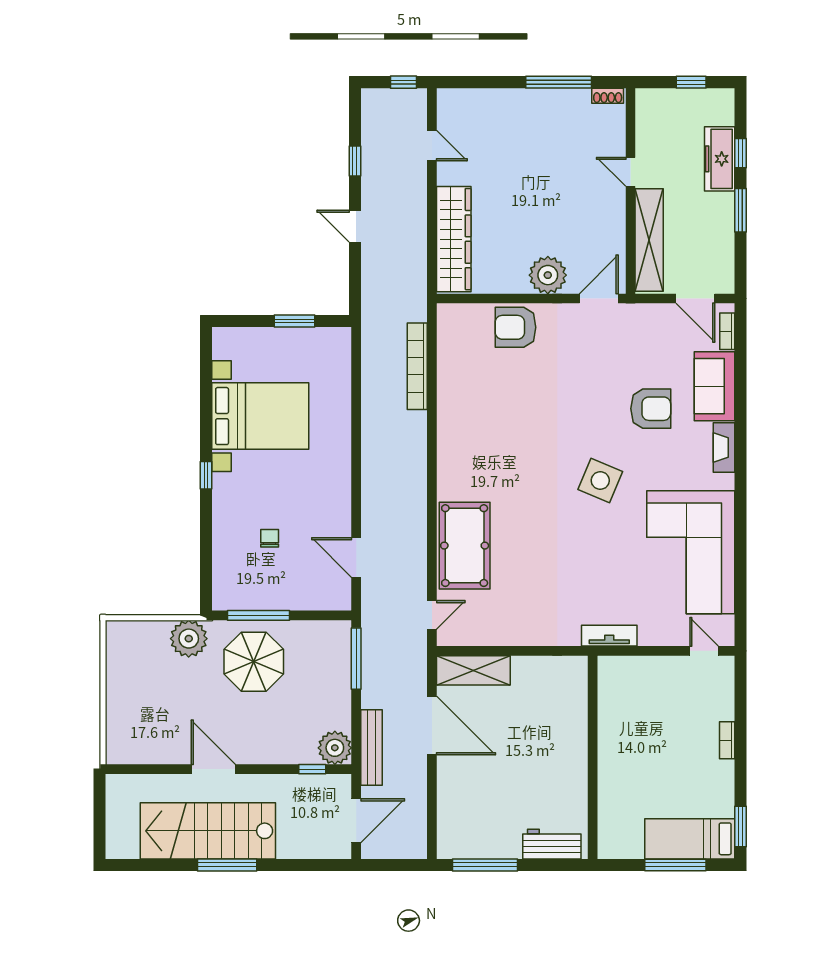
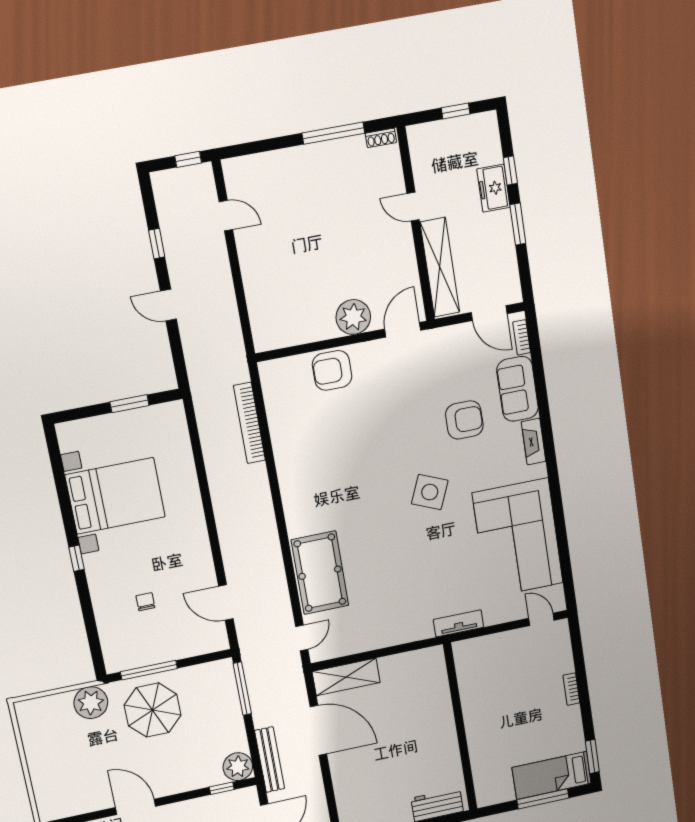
freezer: (720, 159) -> (493, 188), width x0.71
wardrobe: (454, 239) -> (262, 300), removed

